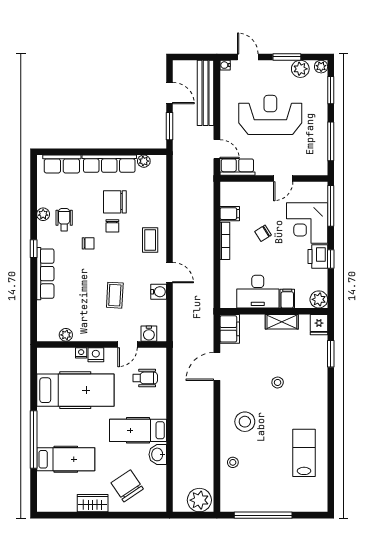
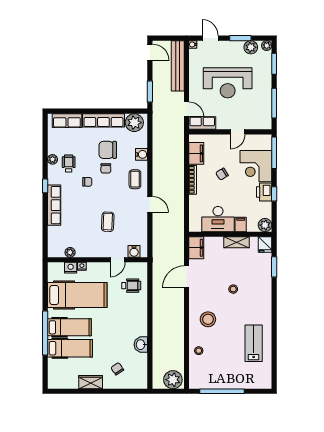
door: (170, 93) -> (150, 52), moved
reception desk: (270, 115) -> (228, 83), turned 180
plant: (144, 161) -> (134, 123), width x1.87, depth x1.87
filing cabinet: (230, 214) -> (196, 153), width x2.00
water cooler: (159, 292) -> (142, 154), moved
nightstand: (96, 355) -> (71, 268), moved
hospital bed: (138, 430) -> (69, 327), moved, turned 180
chair: (127, 486) -> (117, 369), width x0.54, depth x0.54

